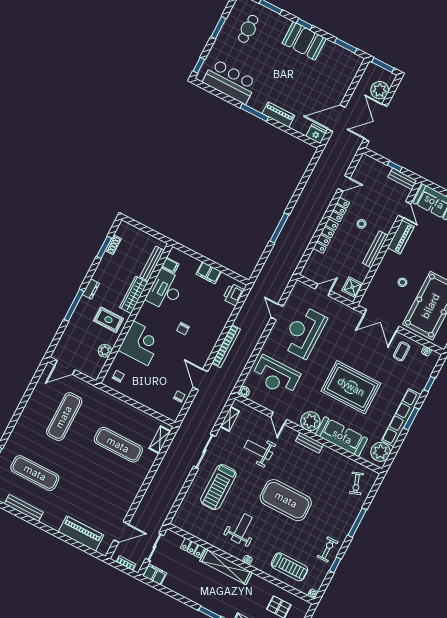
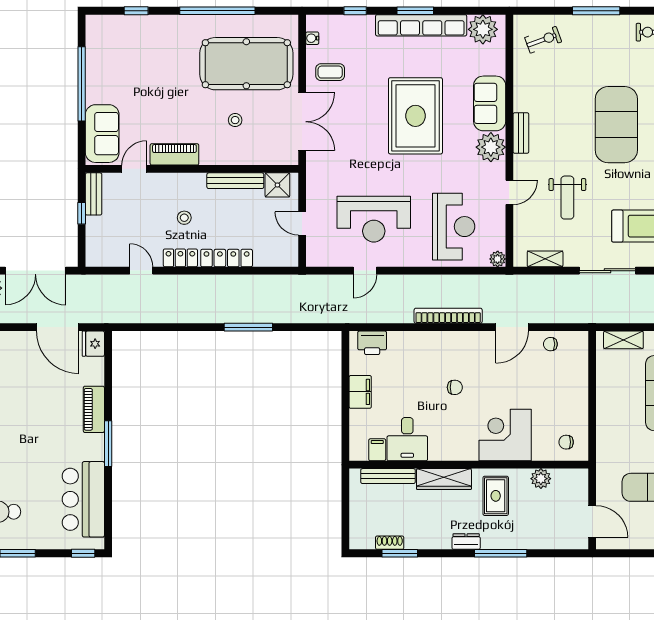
bench: (375, 249) -> (235, 181), moved
desk: (165, 290) -> (407, 439), width x0.73
sofa: (342, 437) -> (490, 103), width x0.73

